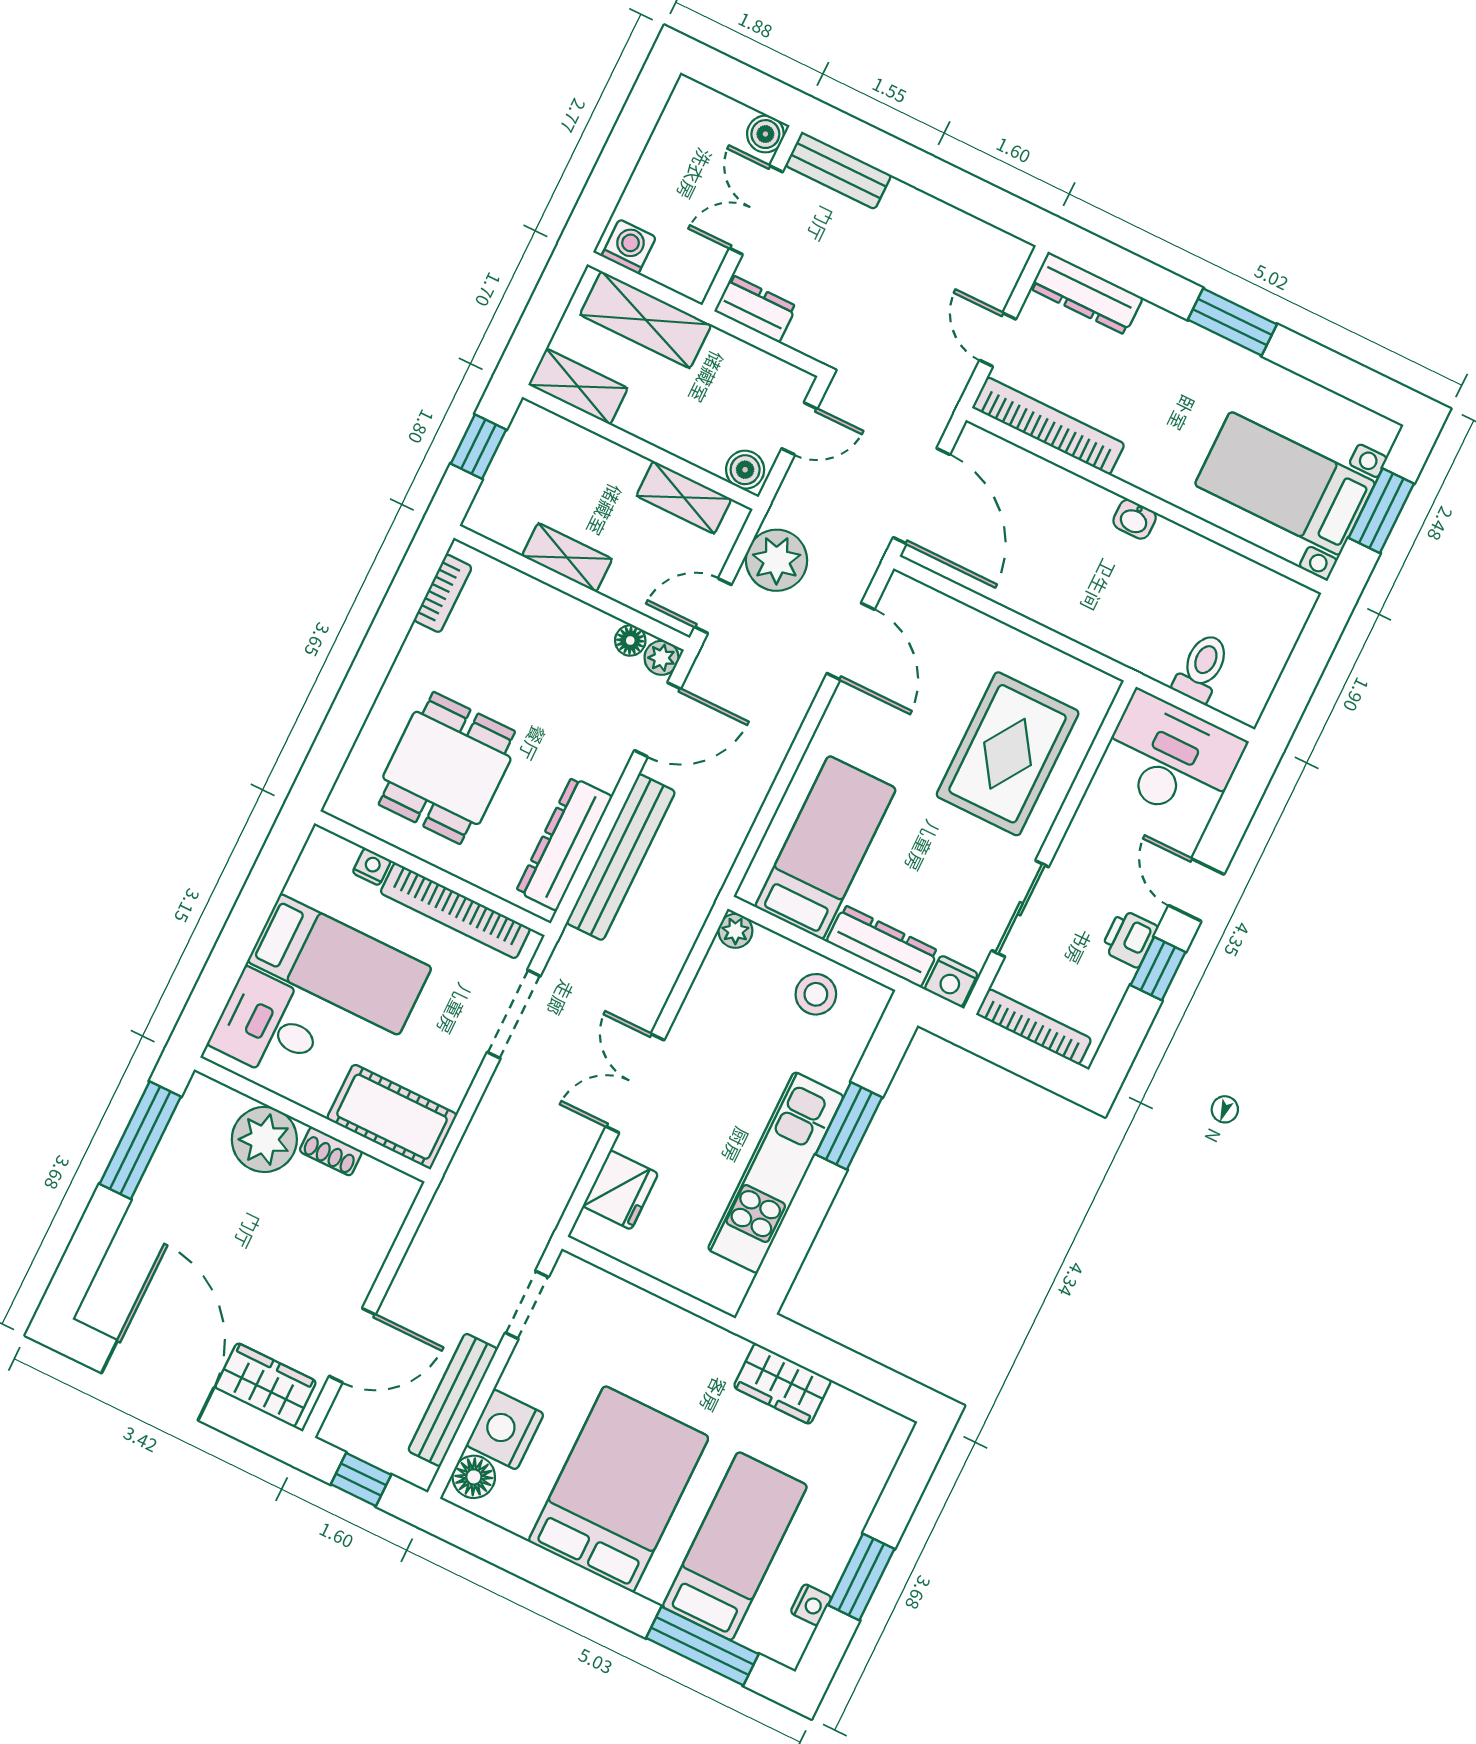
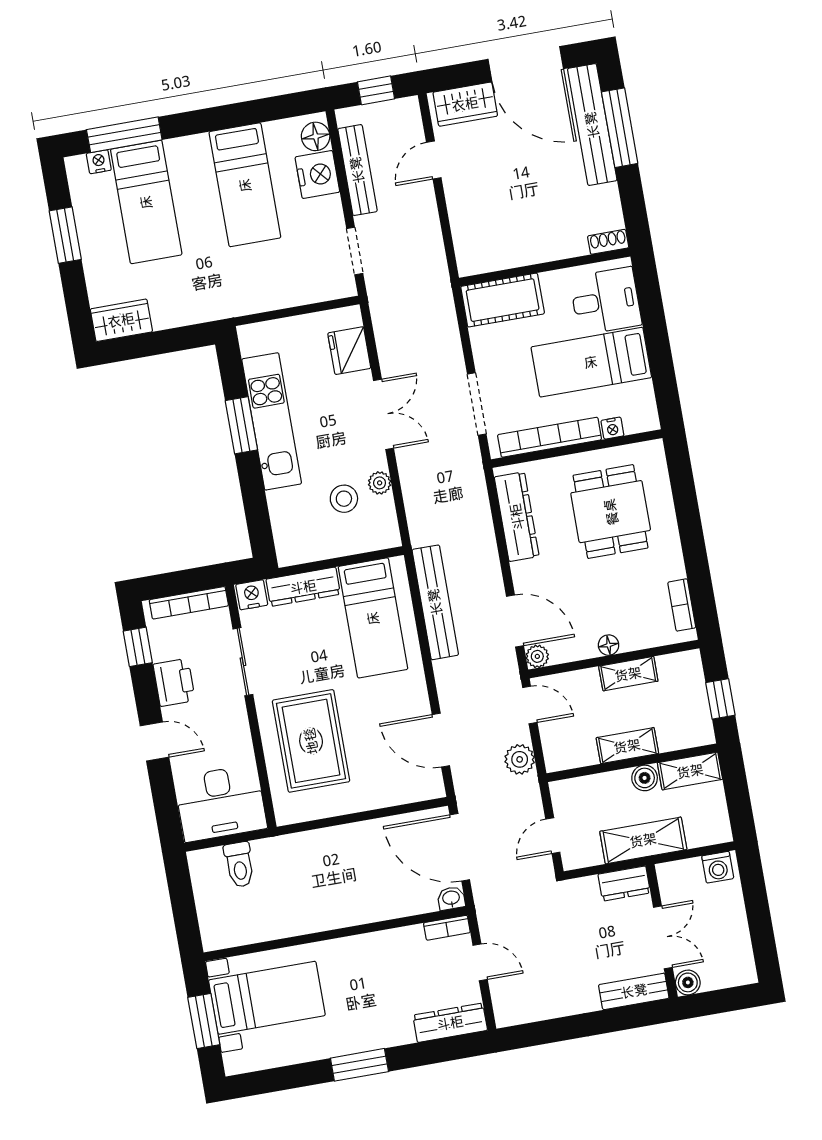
shelving: (646, 320) -> (643, 840), moved
bookcase: (1048, 426) -> (447, 928), width x0.43, depth x0.76
boiler: (745, 470) -> (645, 778), moved
shelving: (684, 497) -> (627, 746), moved
washbasin: (1135, 519) -> (451, 898), moved
plant: (777, 560) -> (520, 759), width x0.73, depth x0.73
door: (713, 606) -> (530, 705), hinge flipped
floor lamp: (630, 640) -> (609, 645), moved
door: (657, 720) -> (515, 621), swing flipped
bench: (621, 857) -> (435, 602), moved
plant: (735, 931) -> (380, 483), moved
printer: (1129, 938) -> (174, 682), width x1.36, depth x1.24
window: (1158, 969) -> (138, 647), moved
stool: (816, 994) -> (344, 499), moved
window: (849, 1126) -> (241, 425), moved
plant: (264, 1139) -> (563, 237), removed
window: (140, 1140) -> (620, 128), moved
shoe rack: (331, 1151) -> (608, 242), moved
bench: (131, 1249) -> (592, 125), added
door: (352, 1345) -> (434, 160), width x0.73
wardrobe: (782, 1384) -> (121, 320), moved
bed: (619, 1489) -> (245, 185), width x0.67
nightstand: (811, 1605) -> (99, 162), moved, turned 90

